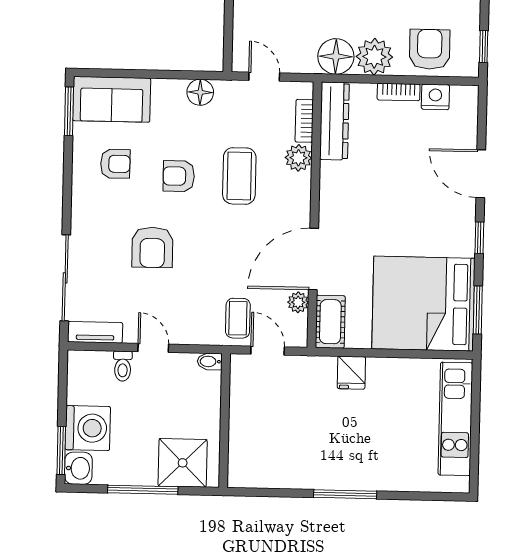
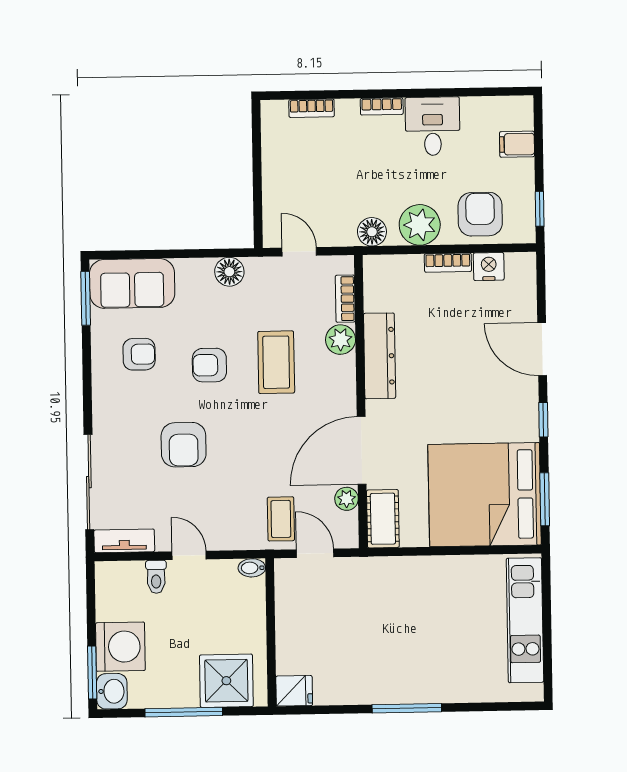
floor lamp: (336, 56) -> (372, 232), width x0.73, depth x0.73
dresser: (334, 121) -> (380, 356), moved
fridge: (351, 373) -> (294, 691), moved, turned -90

